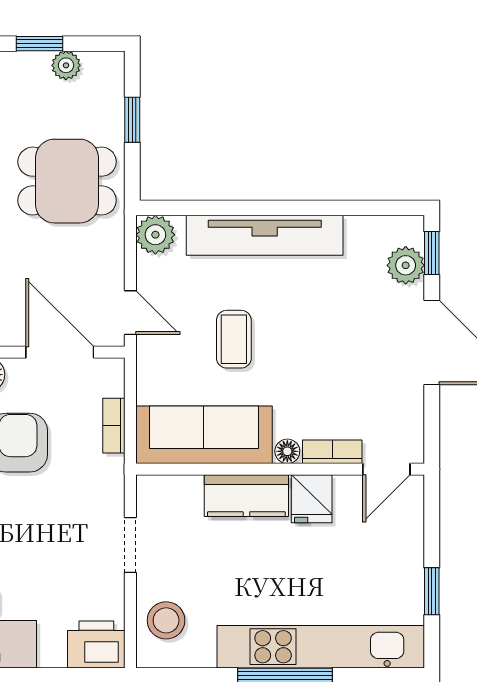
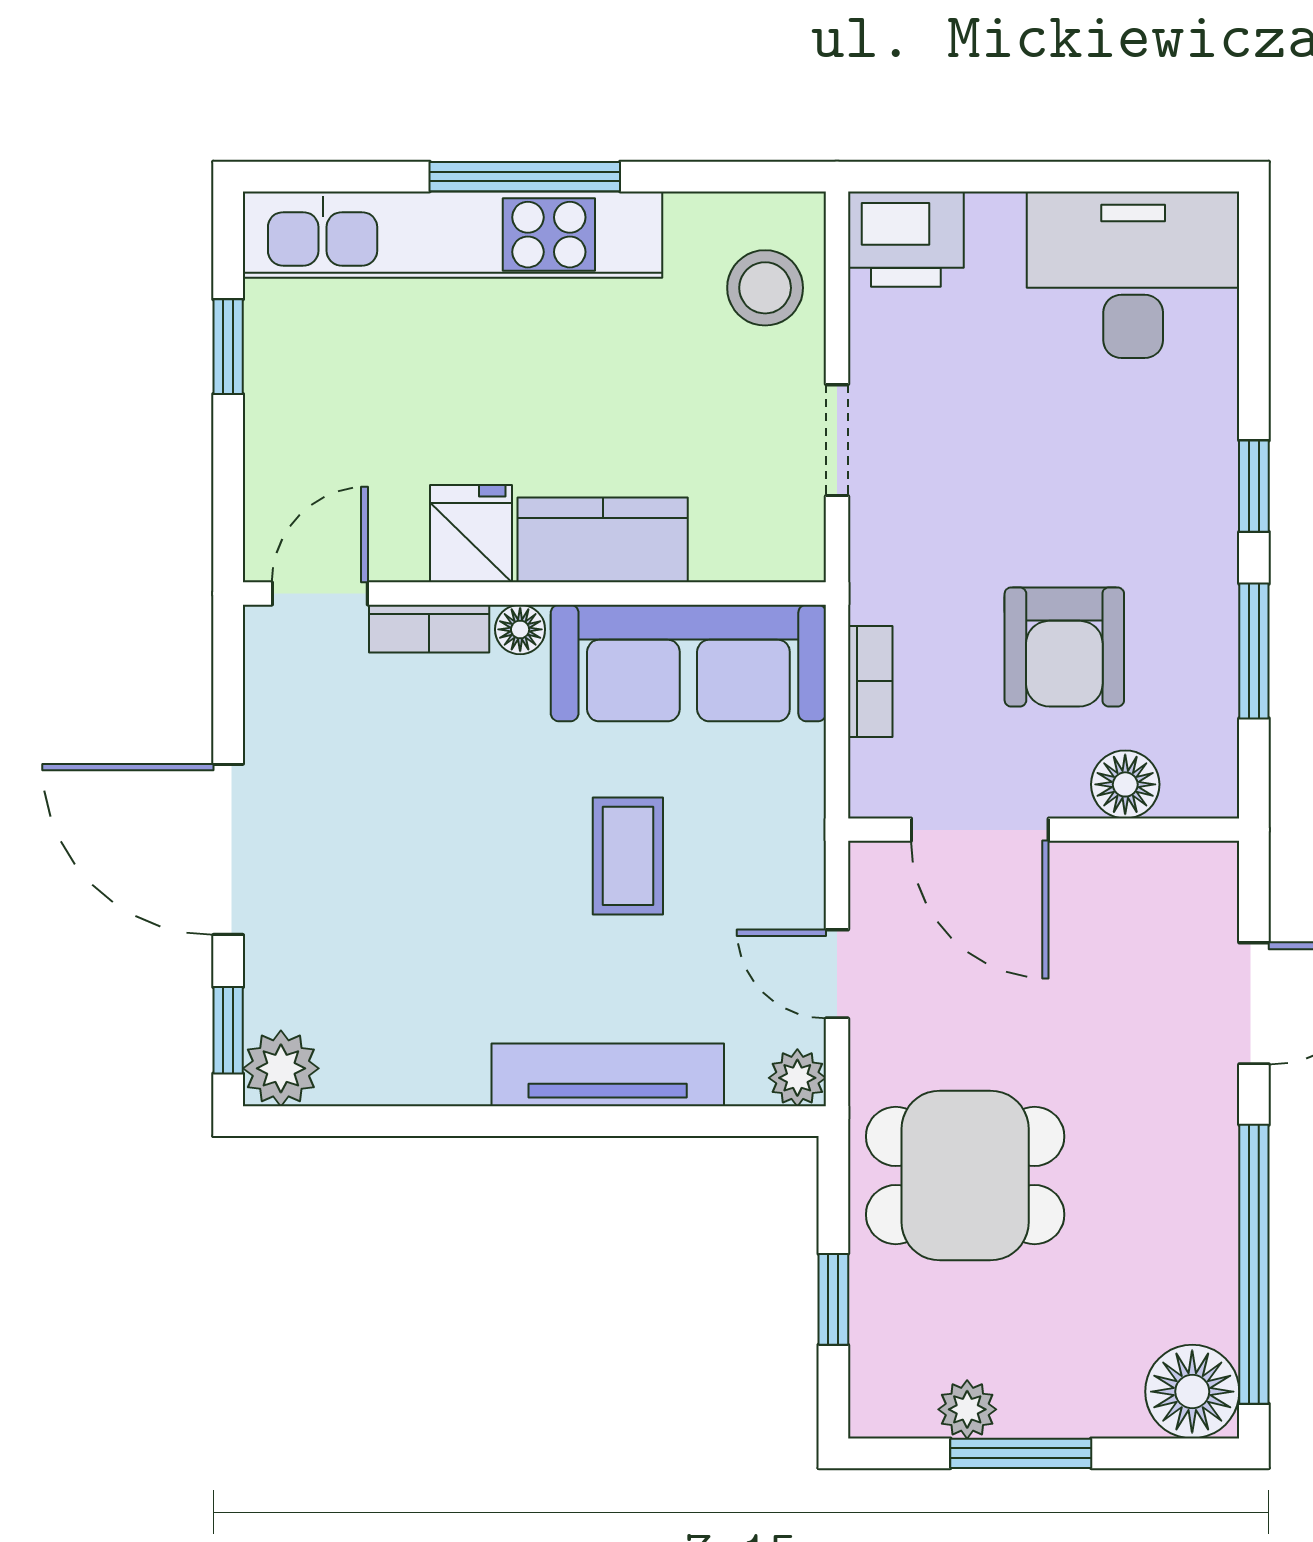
window: (40, 44) -> (1021, 1453), width x1.50
plant: (155, 235) -> (797, 1078), width x0.73, depth x0.73
tv unit: (265, 235) -> (608, 1075), width x0.73, depth x0.78
plant: (406, 265) -> (281, 1068), moved
door: (130, 313) -> (837, 974), moved

